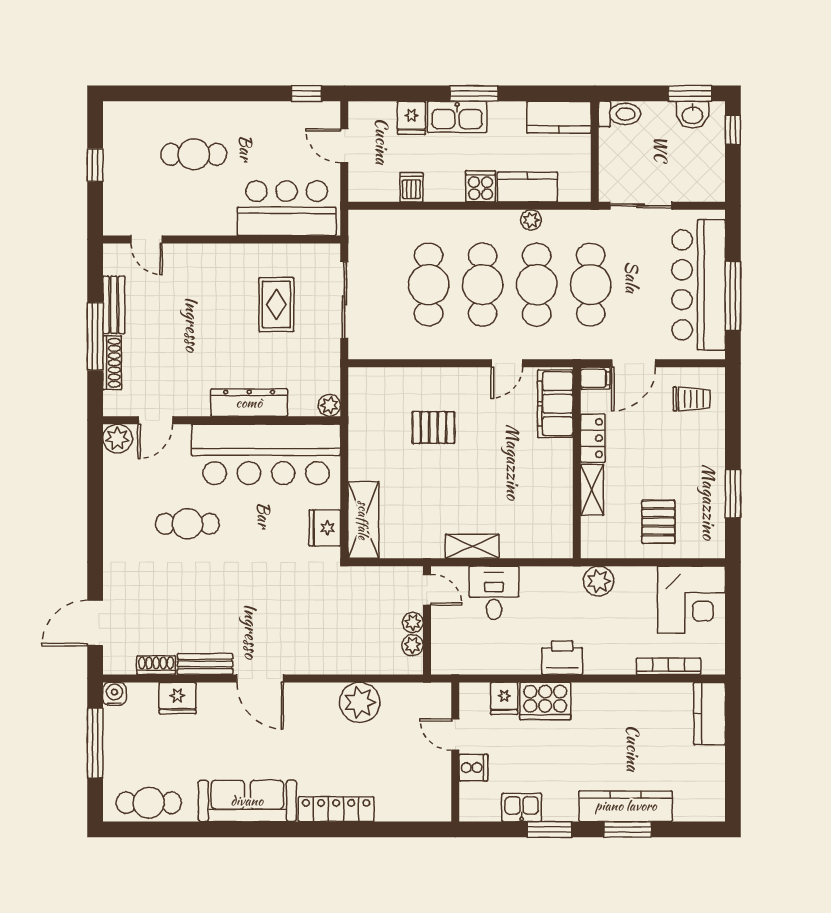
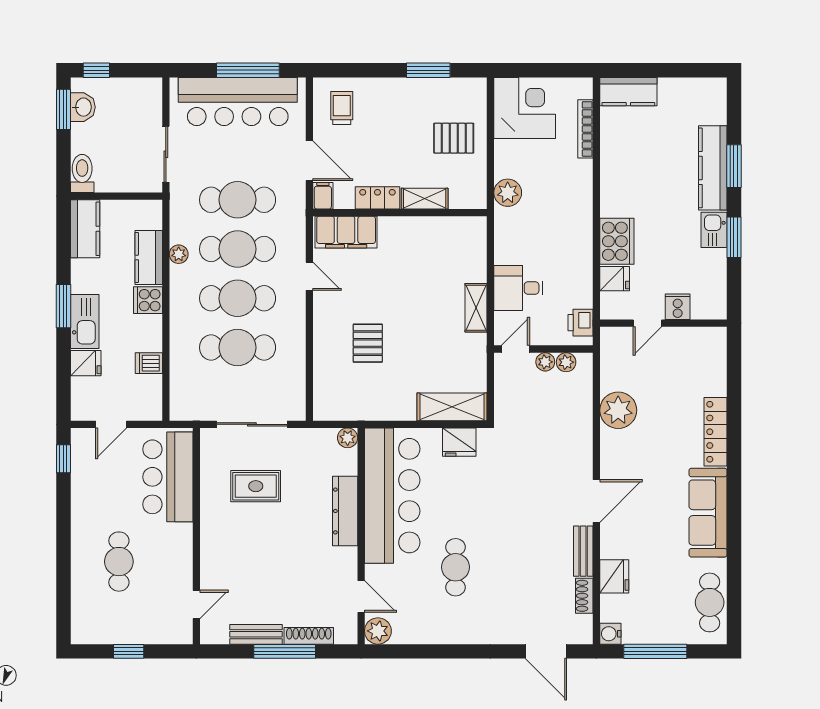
printer: (562, 658) -> (580, 323), moved, width x0.73, depth x0.81
kitchen sink: (522, 808) -> (714, 230), moved

